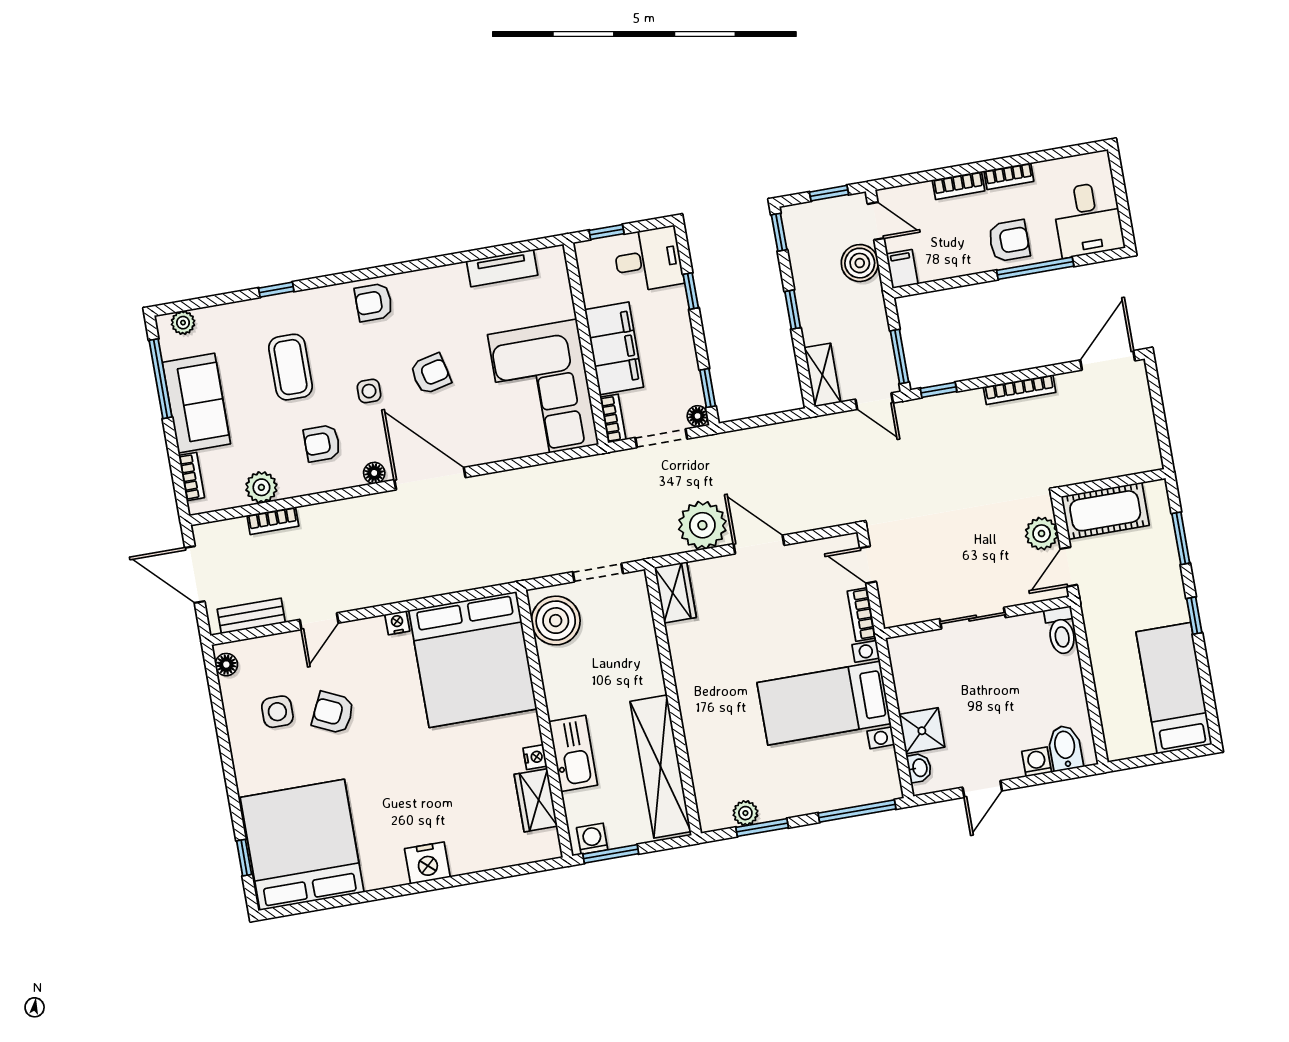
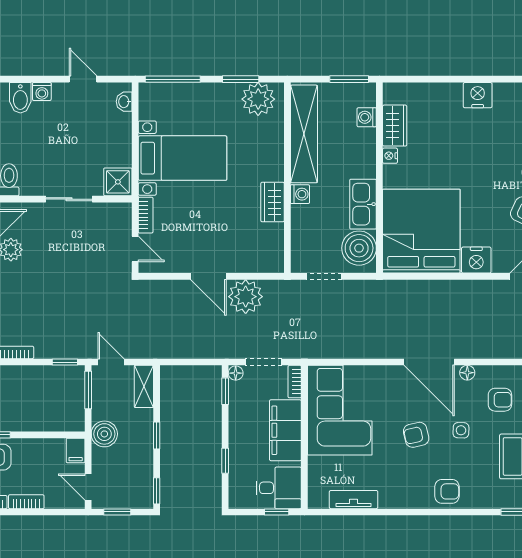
desk: (648, 259) -> (279, 488), moved, turned 180
boiler: (860, 263) -> (104, 434), moved
wardrobe: (675, 592) -> (273, 202), moved
nightstand: (397, 623) -> (476, 260), width x1.89, depth x1.79
washing machine: (651, 681) -> (300, 194), added
shower: (922, 731) -> (118, 182), moved
kitchen sink: (573, 753) -> (363, 204), moved
door: (982, 789) -> (83, 79), hinge flipped
plant: (745, 813) -> (258, 99), width x1.88, depth x1.88
washing machine: (592, 839) -> (367, 117), moved, turned 90

